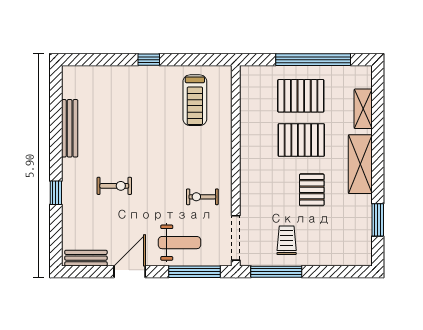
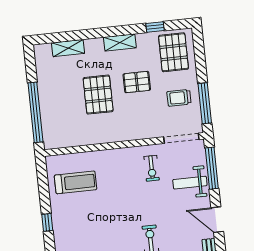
window: (313, 60) -> (36, 112), moved
pallet: (301, 96) -> (173, 52), moved
shelving: (360, 164) -> (120, 42), width x0.67, depth x0.75
window: (378, 220) -> (155, 27), width x0.67
weight bench: (179, 243) -> (190, 183), turned -90

